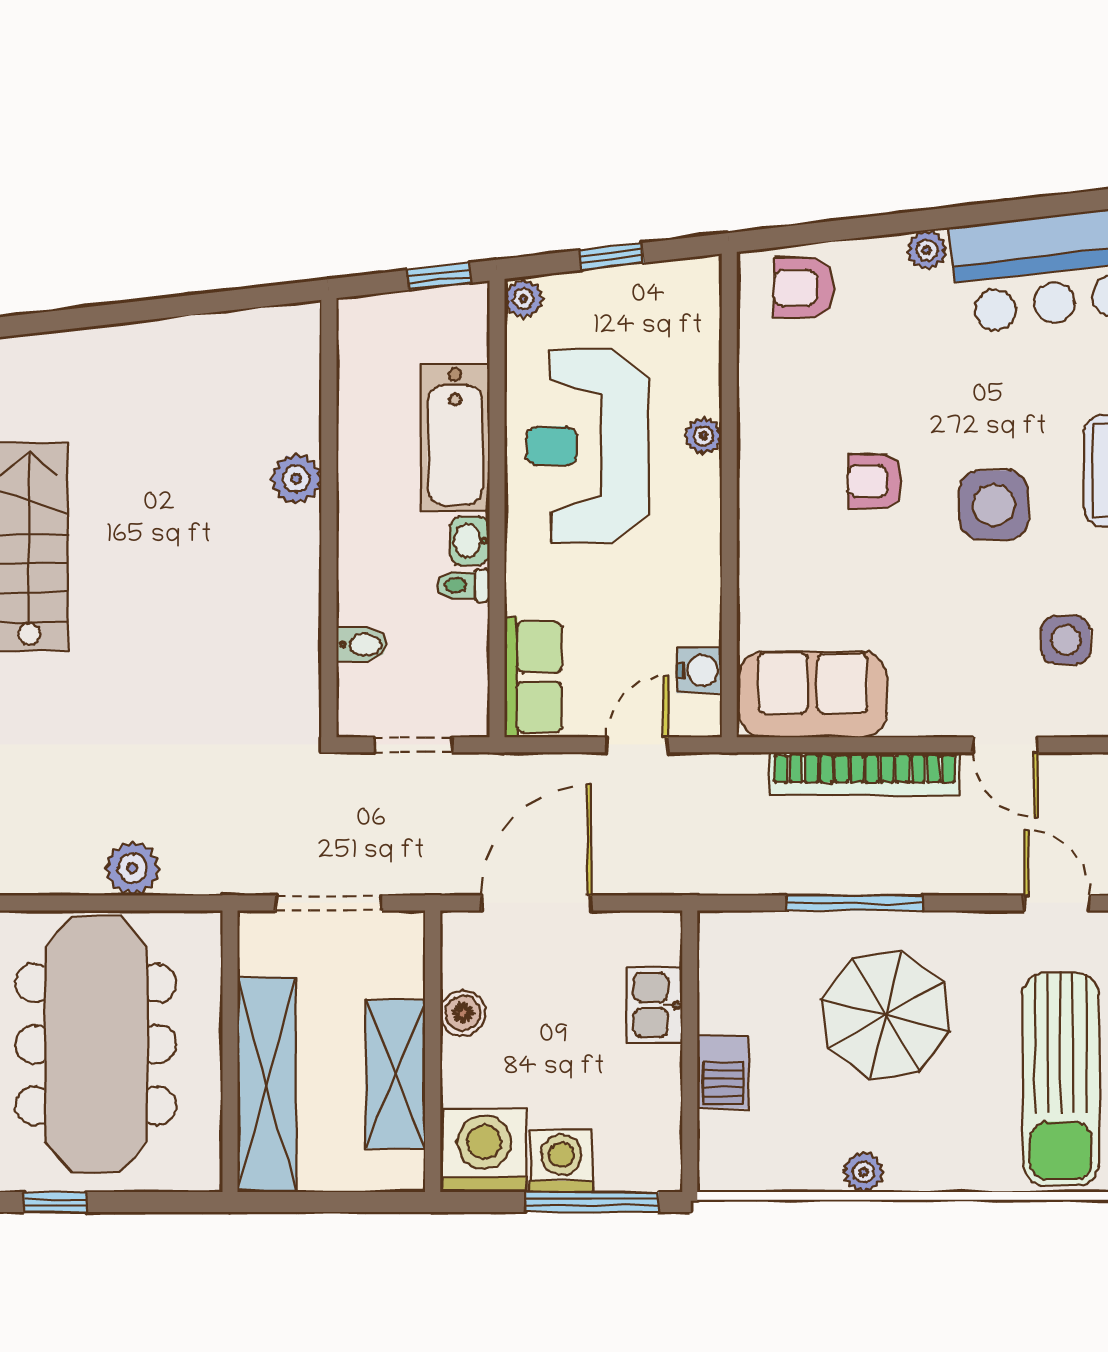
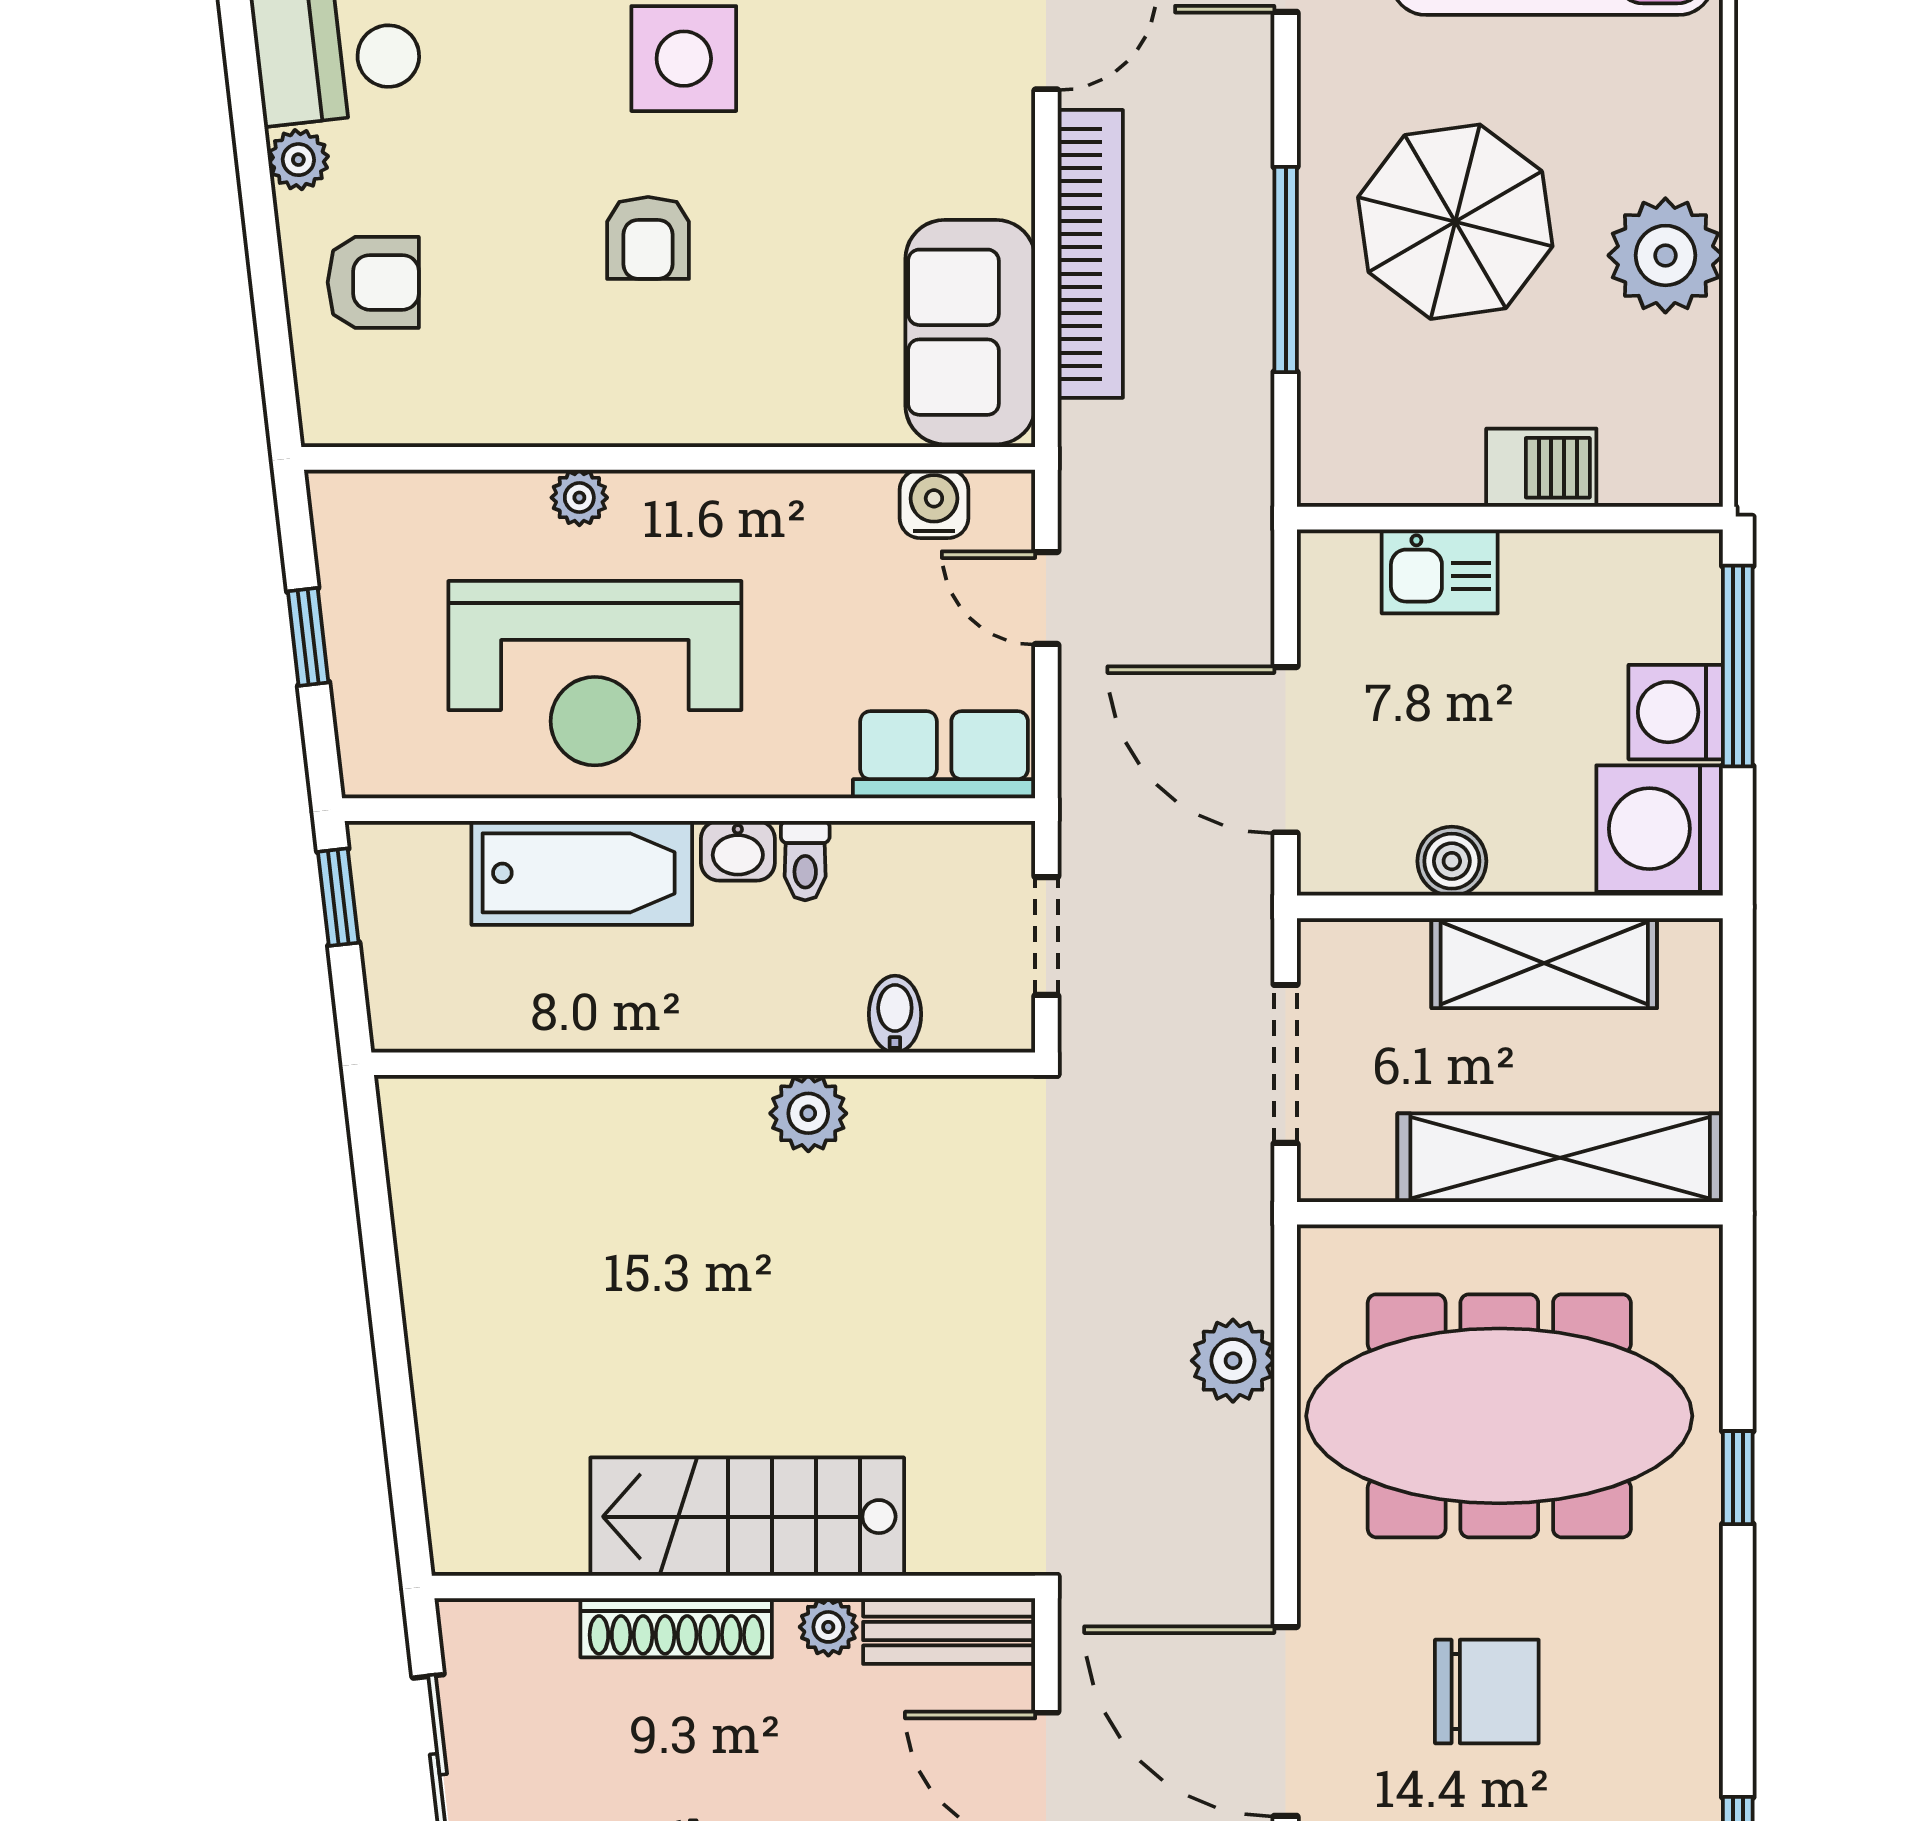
armchair: (804, 288) -> (373, 282), moved, turned -90
plant: (523, 299) -> (372, 769), removed
plant: (296, 479) -> (808, 1113), moved
plant: (863, 1172) -> (1665, 255), width x1.87, depth x1.87

